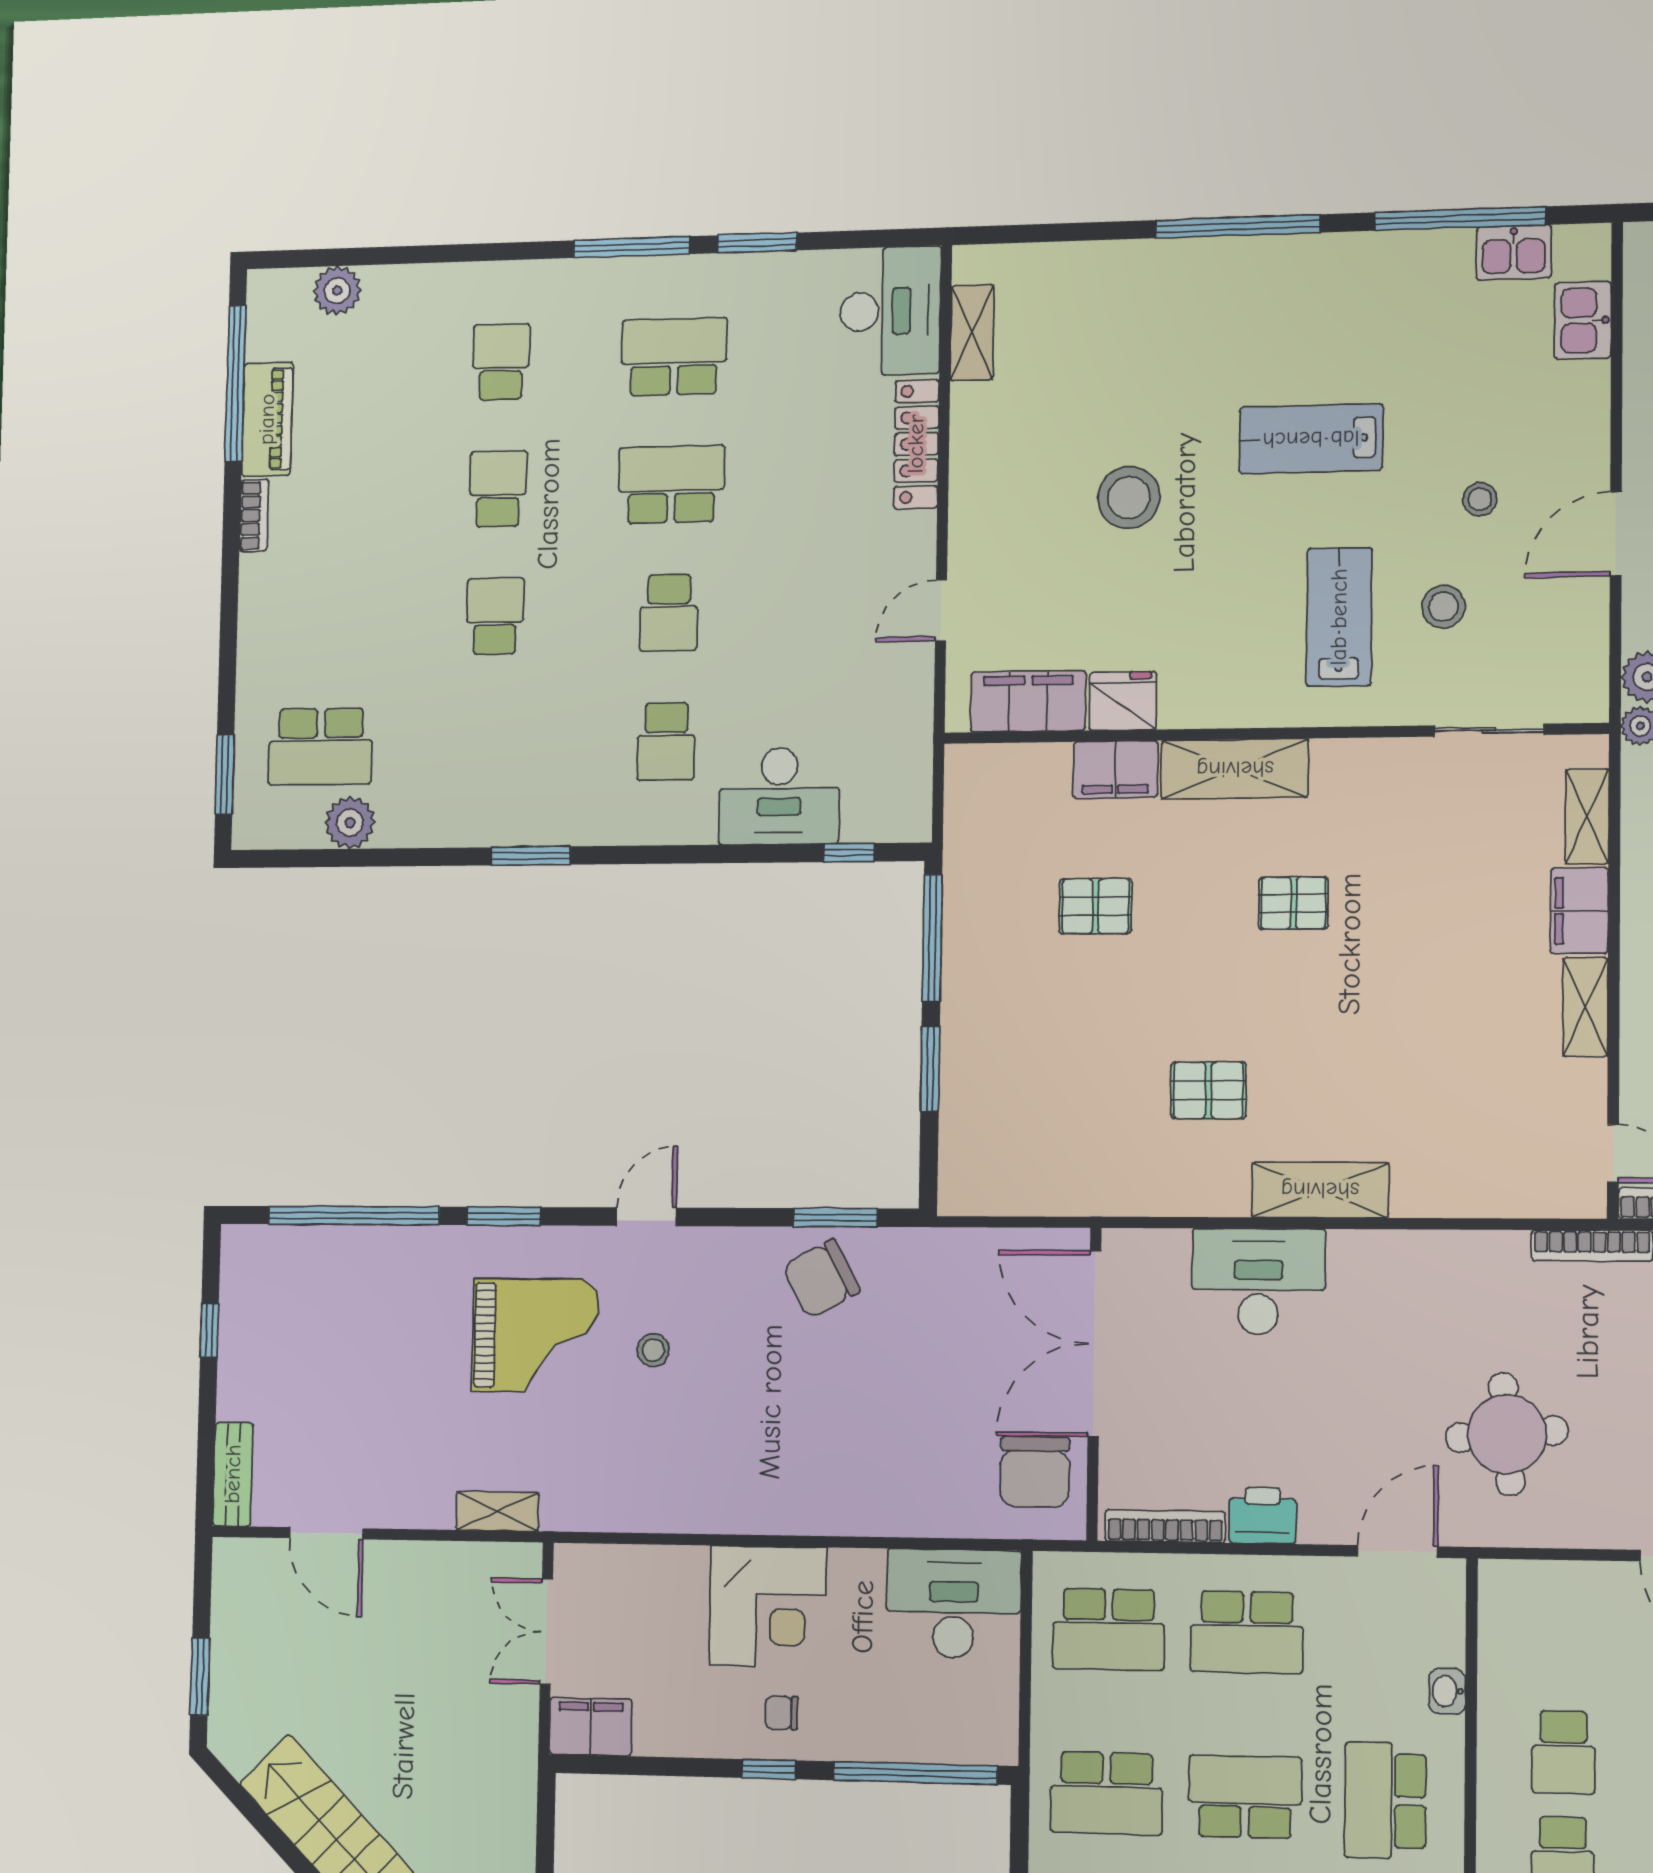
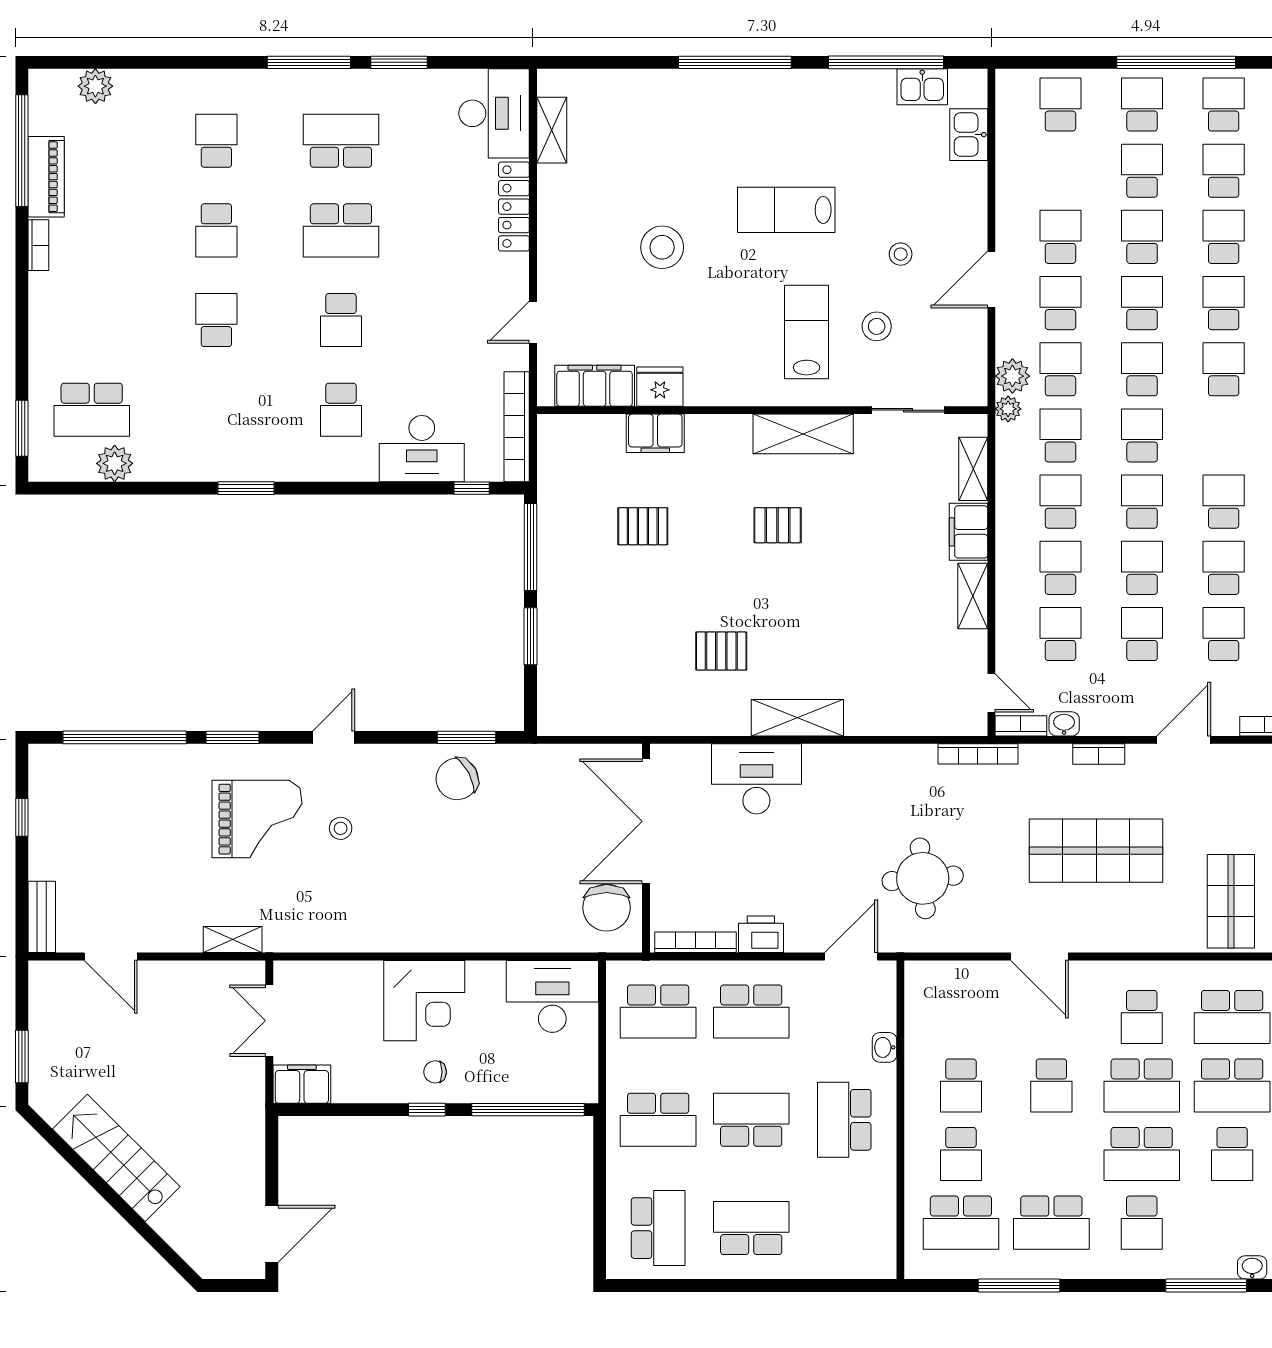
school desk: (671, 484) -> (341, 230), turned 180
school desk: (498, 489) -> (216, 230), turned 180
bookcase: (915, 763) -> (517, 427), added
shelving: (1235, 769) -> (803, 434), moved

